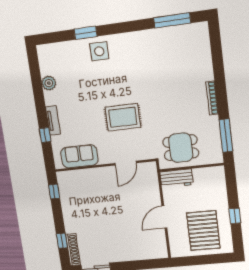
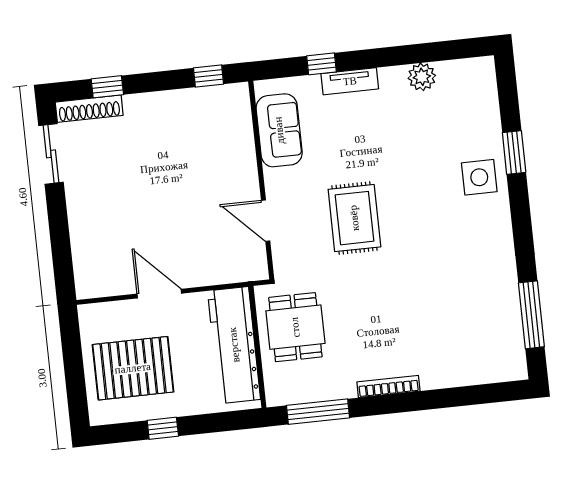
workbench: (177, 178) -> (234, 345), width x1.88, depth x1.32

